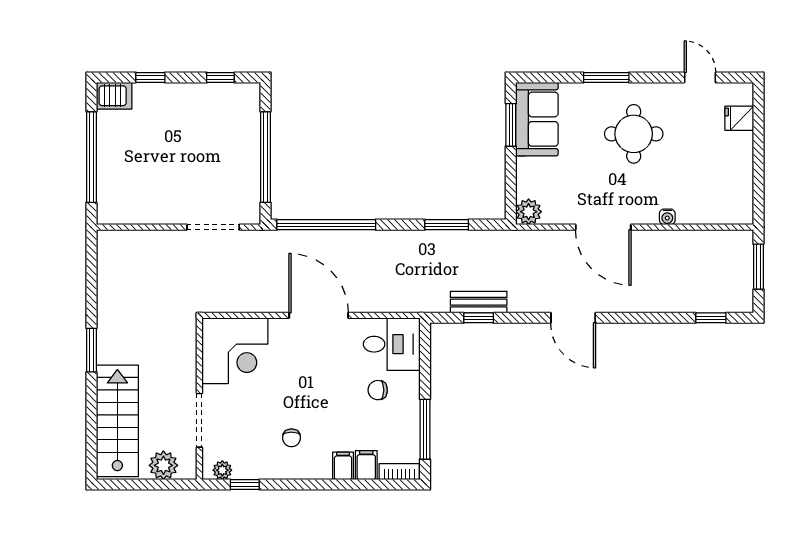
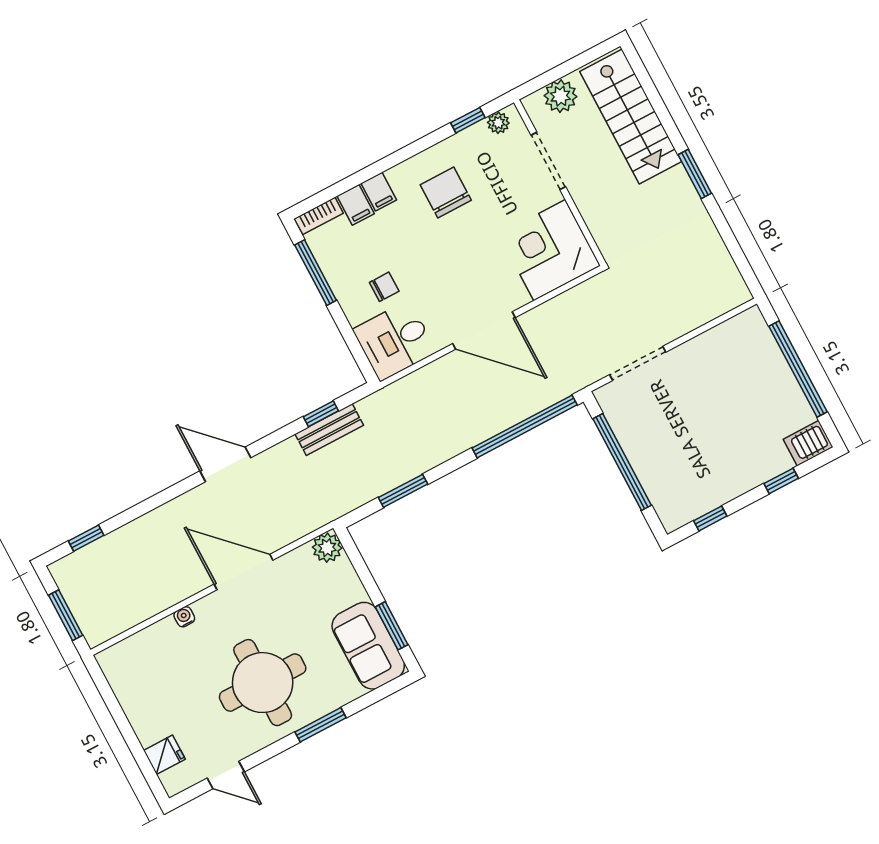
round table: (634, 134) -> (263, 683), width x1.36, depth x1.36
chair: (291, 438) -> (446, 192), width x1.87, depth x1.87

